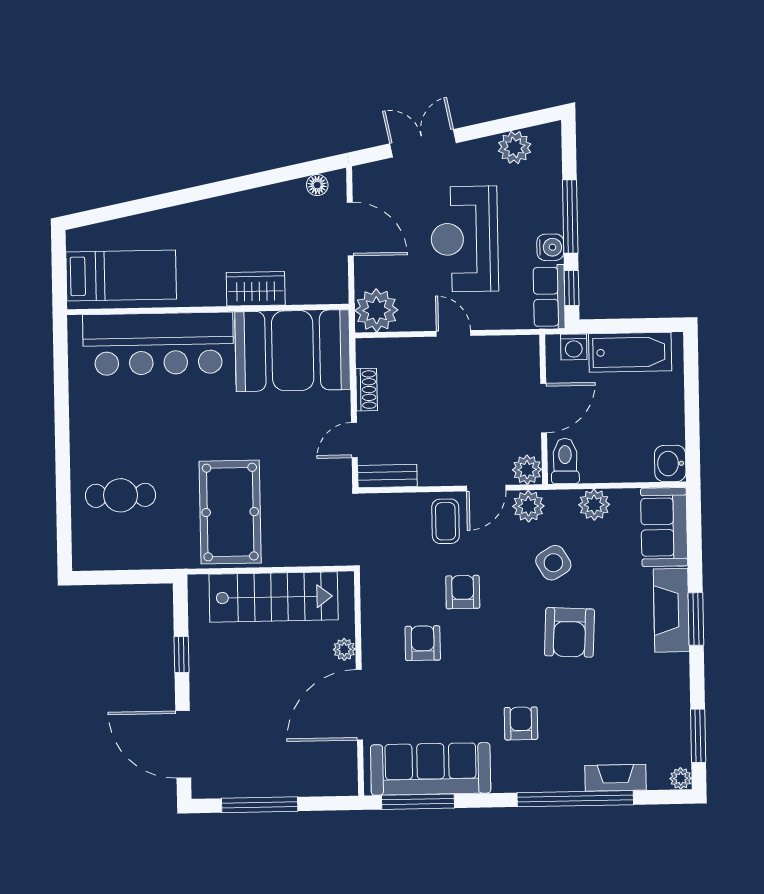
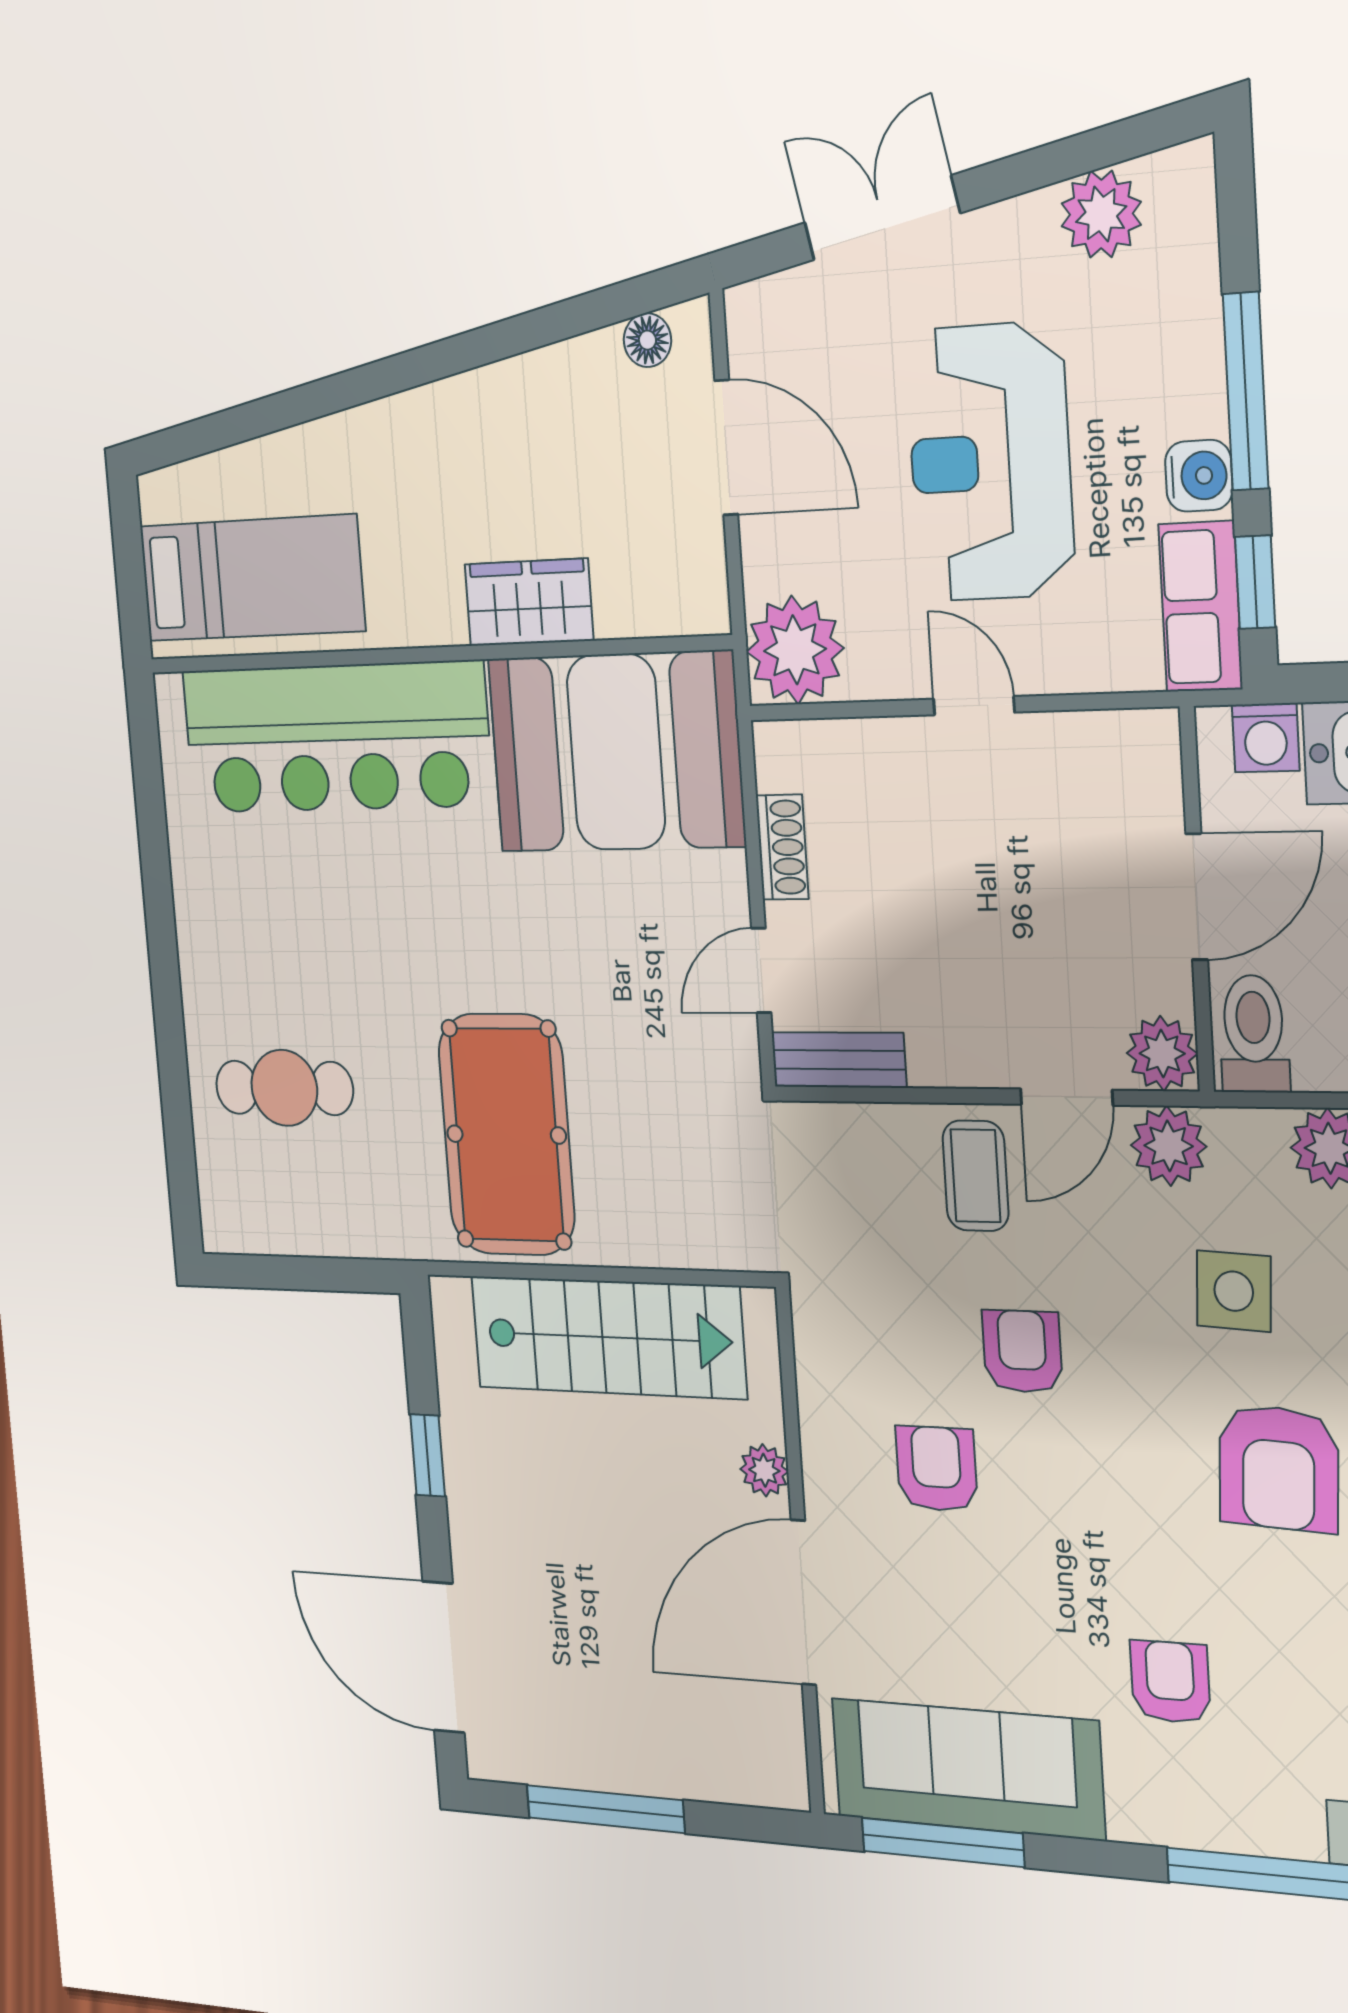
side table: (553, 563) -> (1234, 1291), turned 34

